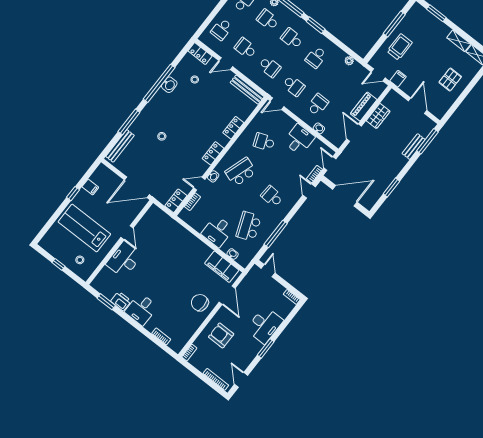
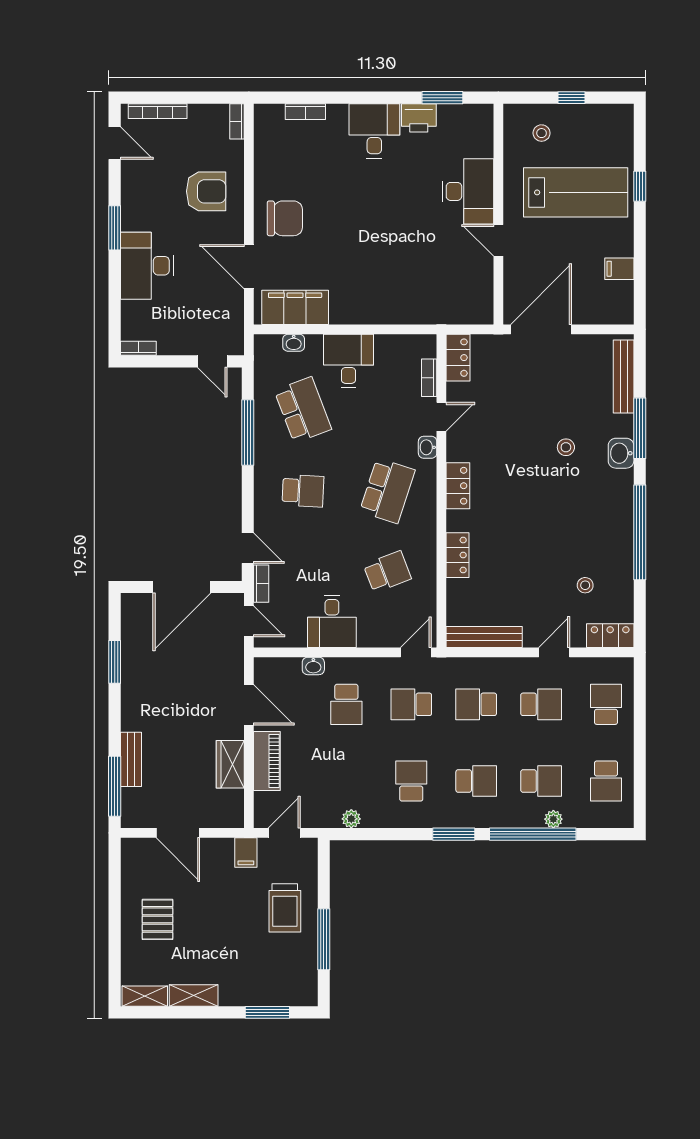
washbasin: (169, 85) -> (621, 453), moved
window: (73, 194) -> (640, 186), moved

